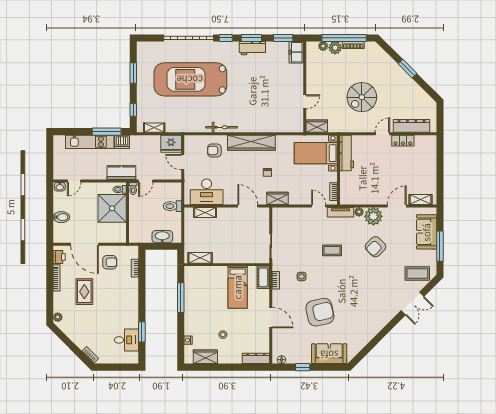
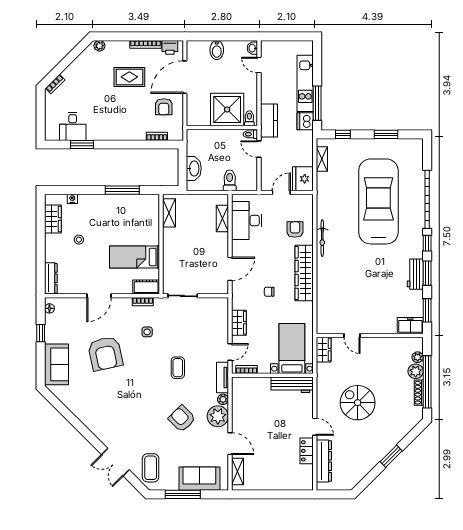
wardrobe: (277, 198) -> (239, 323), moved

